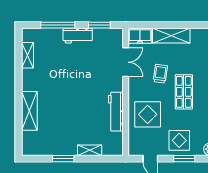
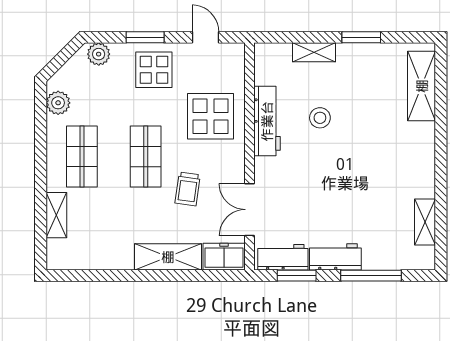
workbench: (107, 35) -> (283, 257), added
shelving: (29, 111) -> (422, 86), moved
stool: (86, 114) -> (320, 118), added

